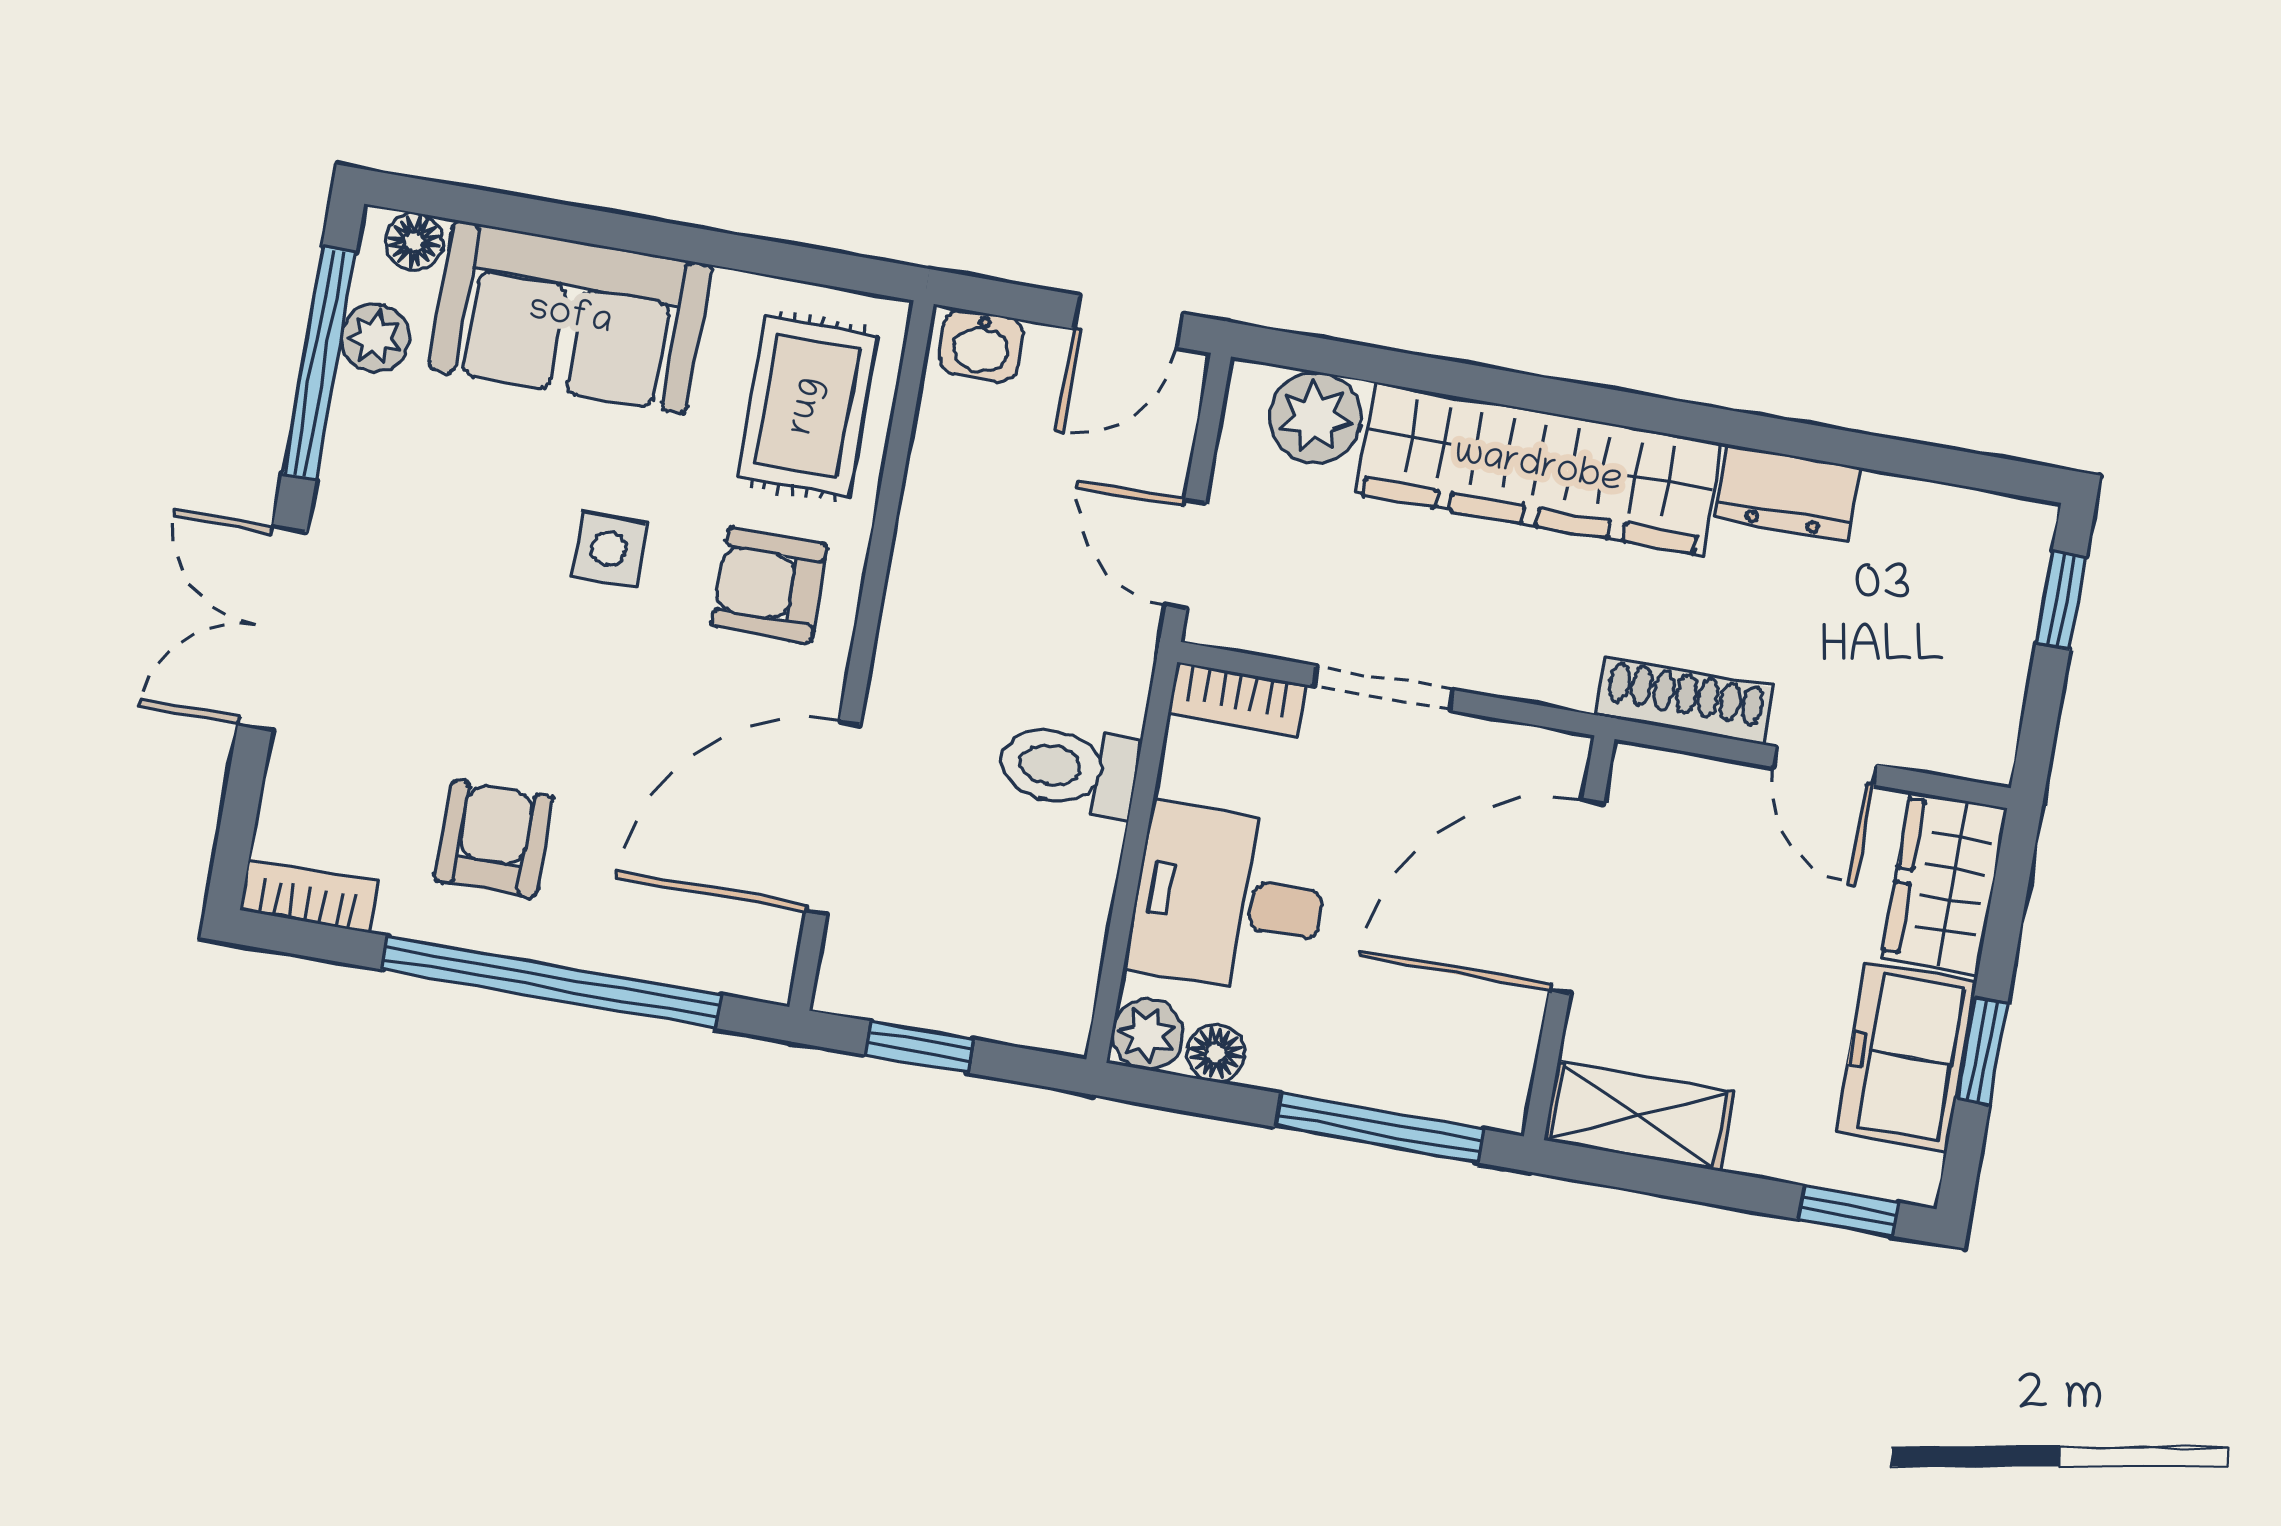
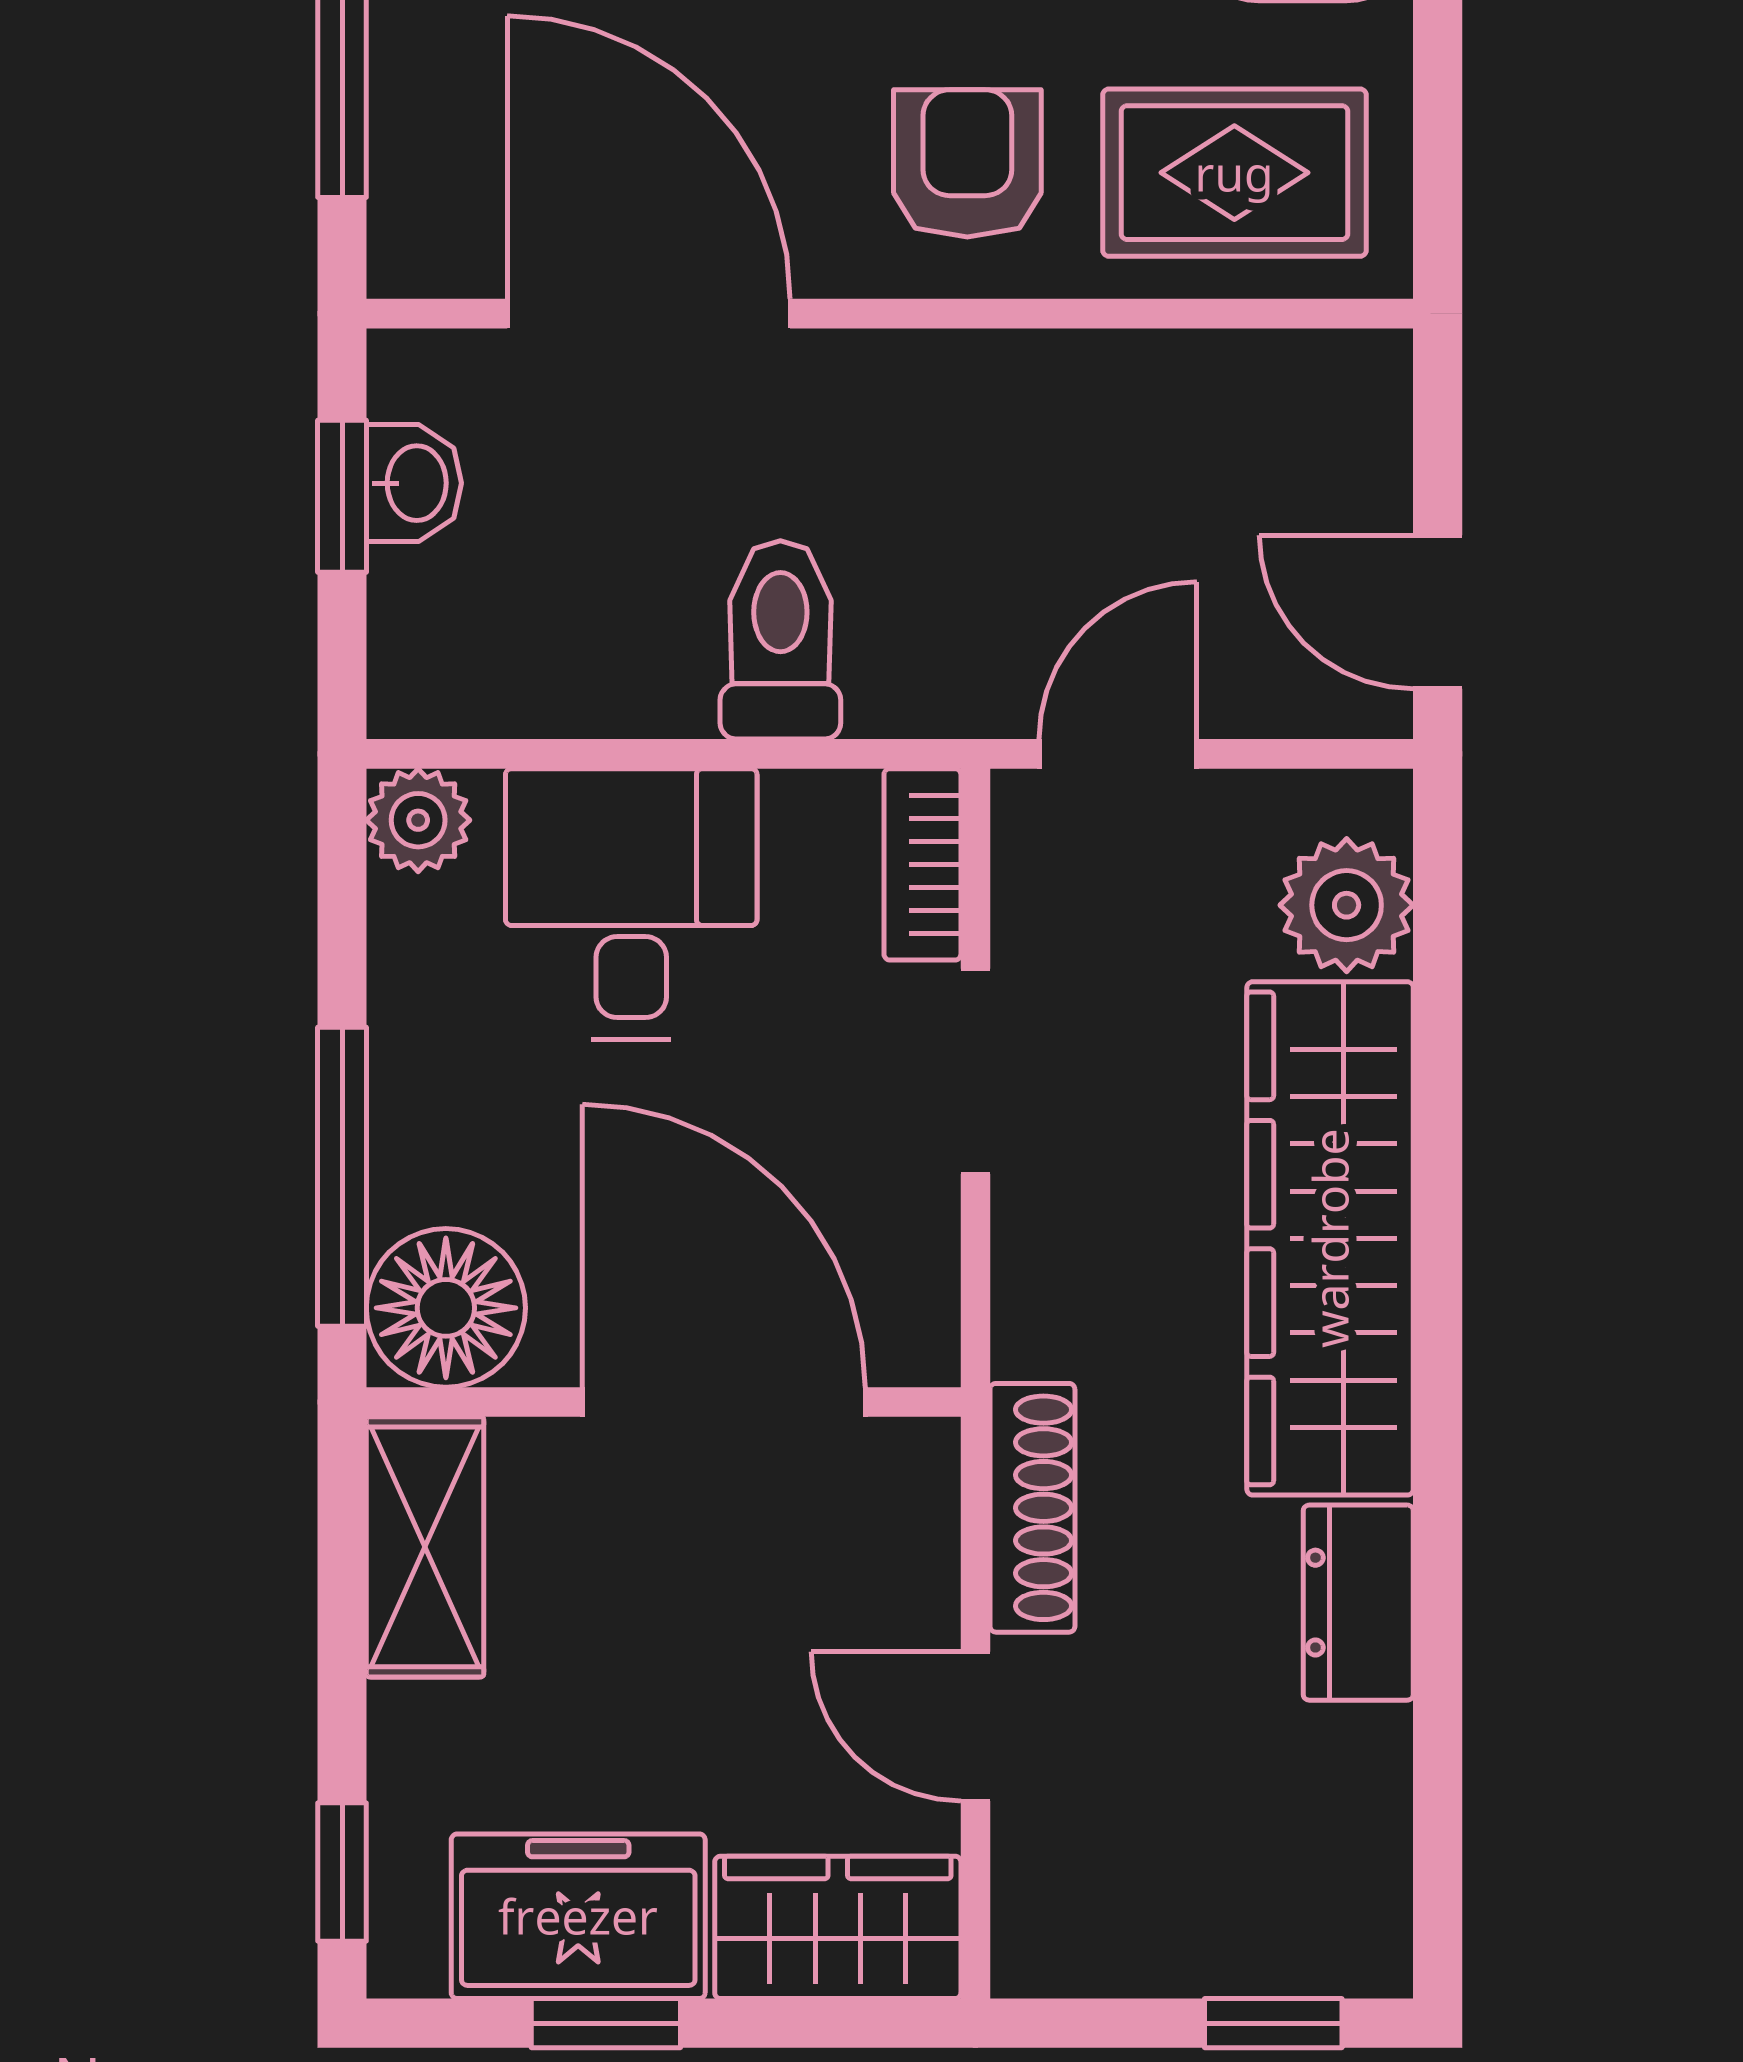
washbasin: (981, 345) -> (414, 483), moved, turned 180
door: (1825, 766) -> (975, 1726), hinge flipped
floor lamp: (1216, 1053) -> (446, 1308), moved, width x1.89, depth x1.89

